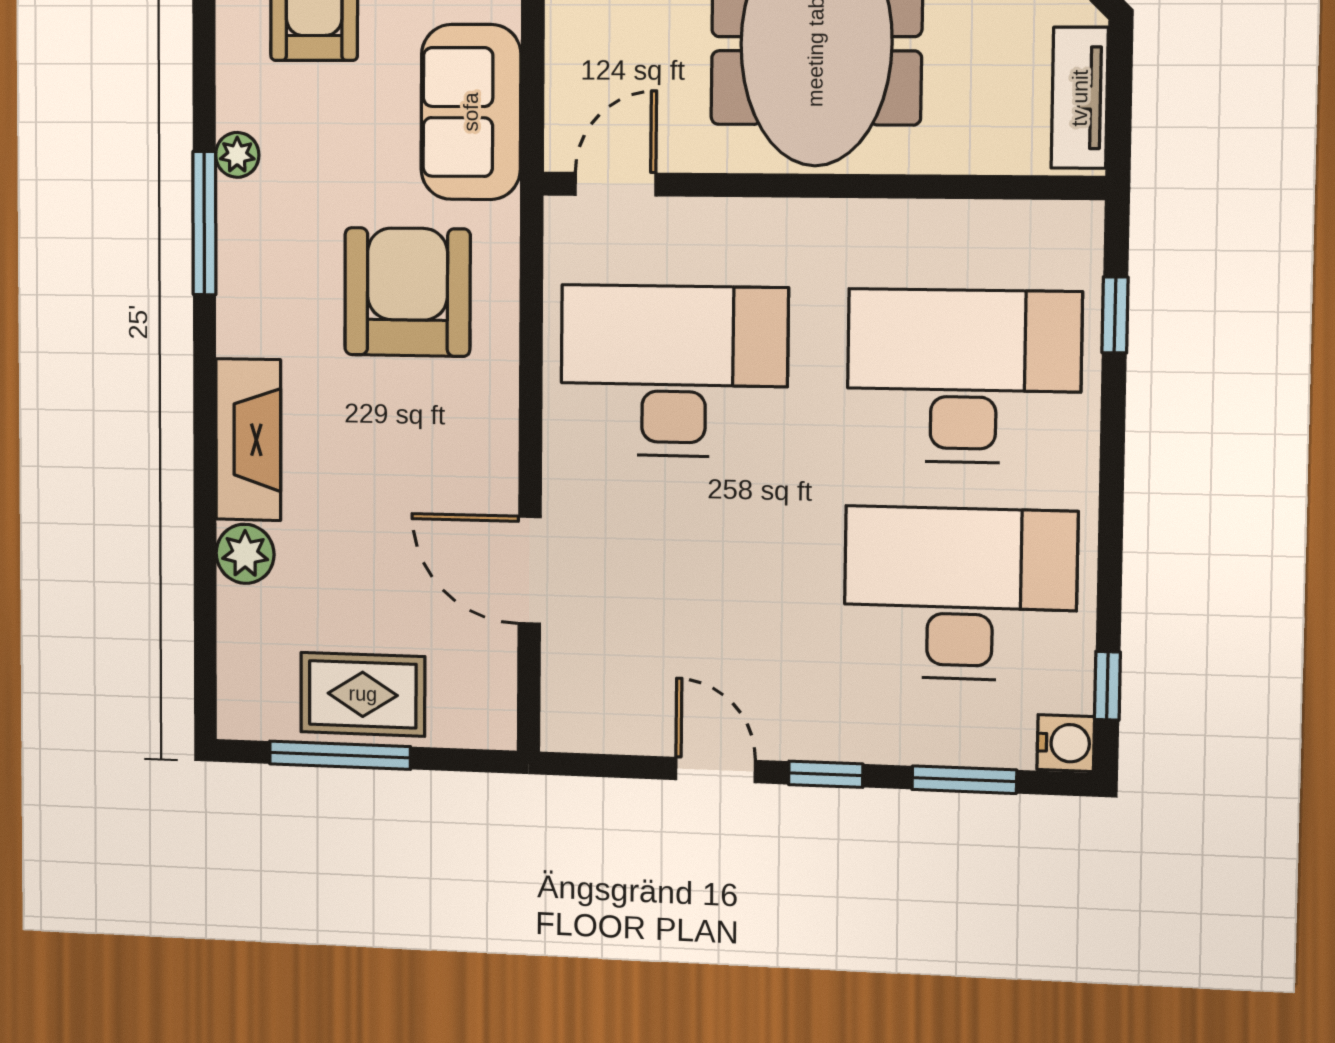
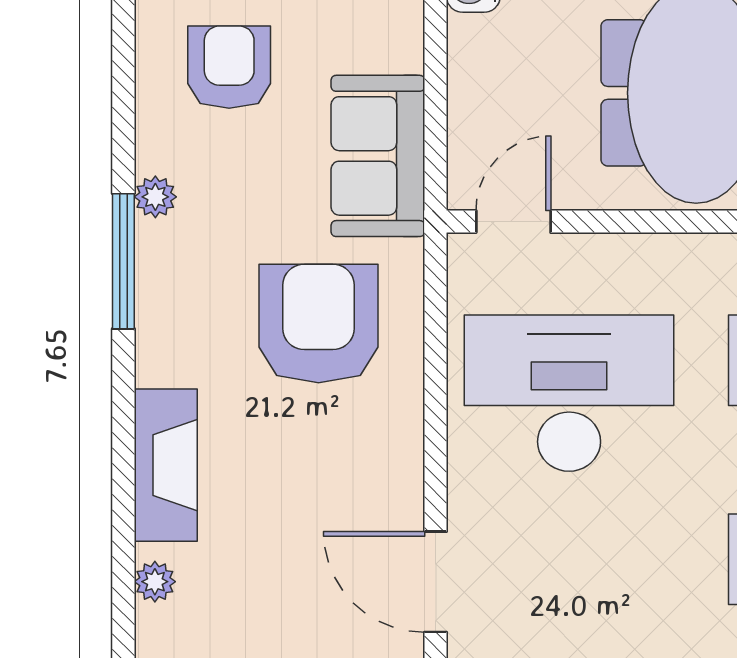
plant: (245, 554) -> (155, 582), width x0.73, depth x0.73

